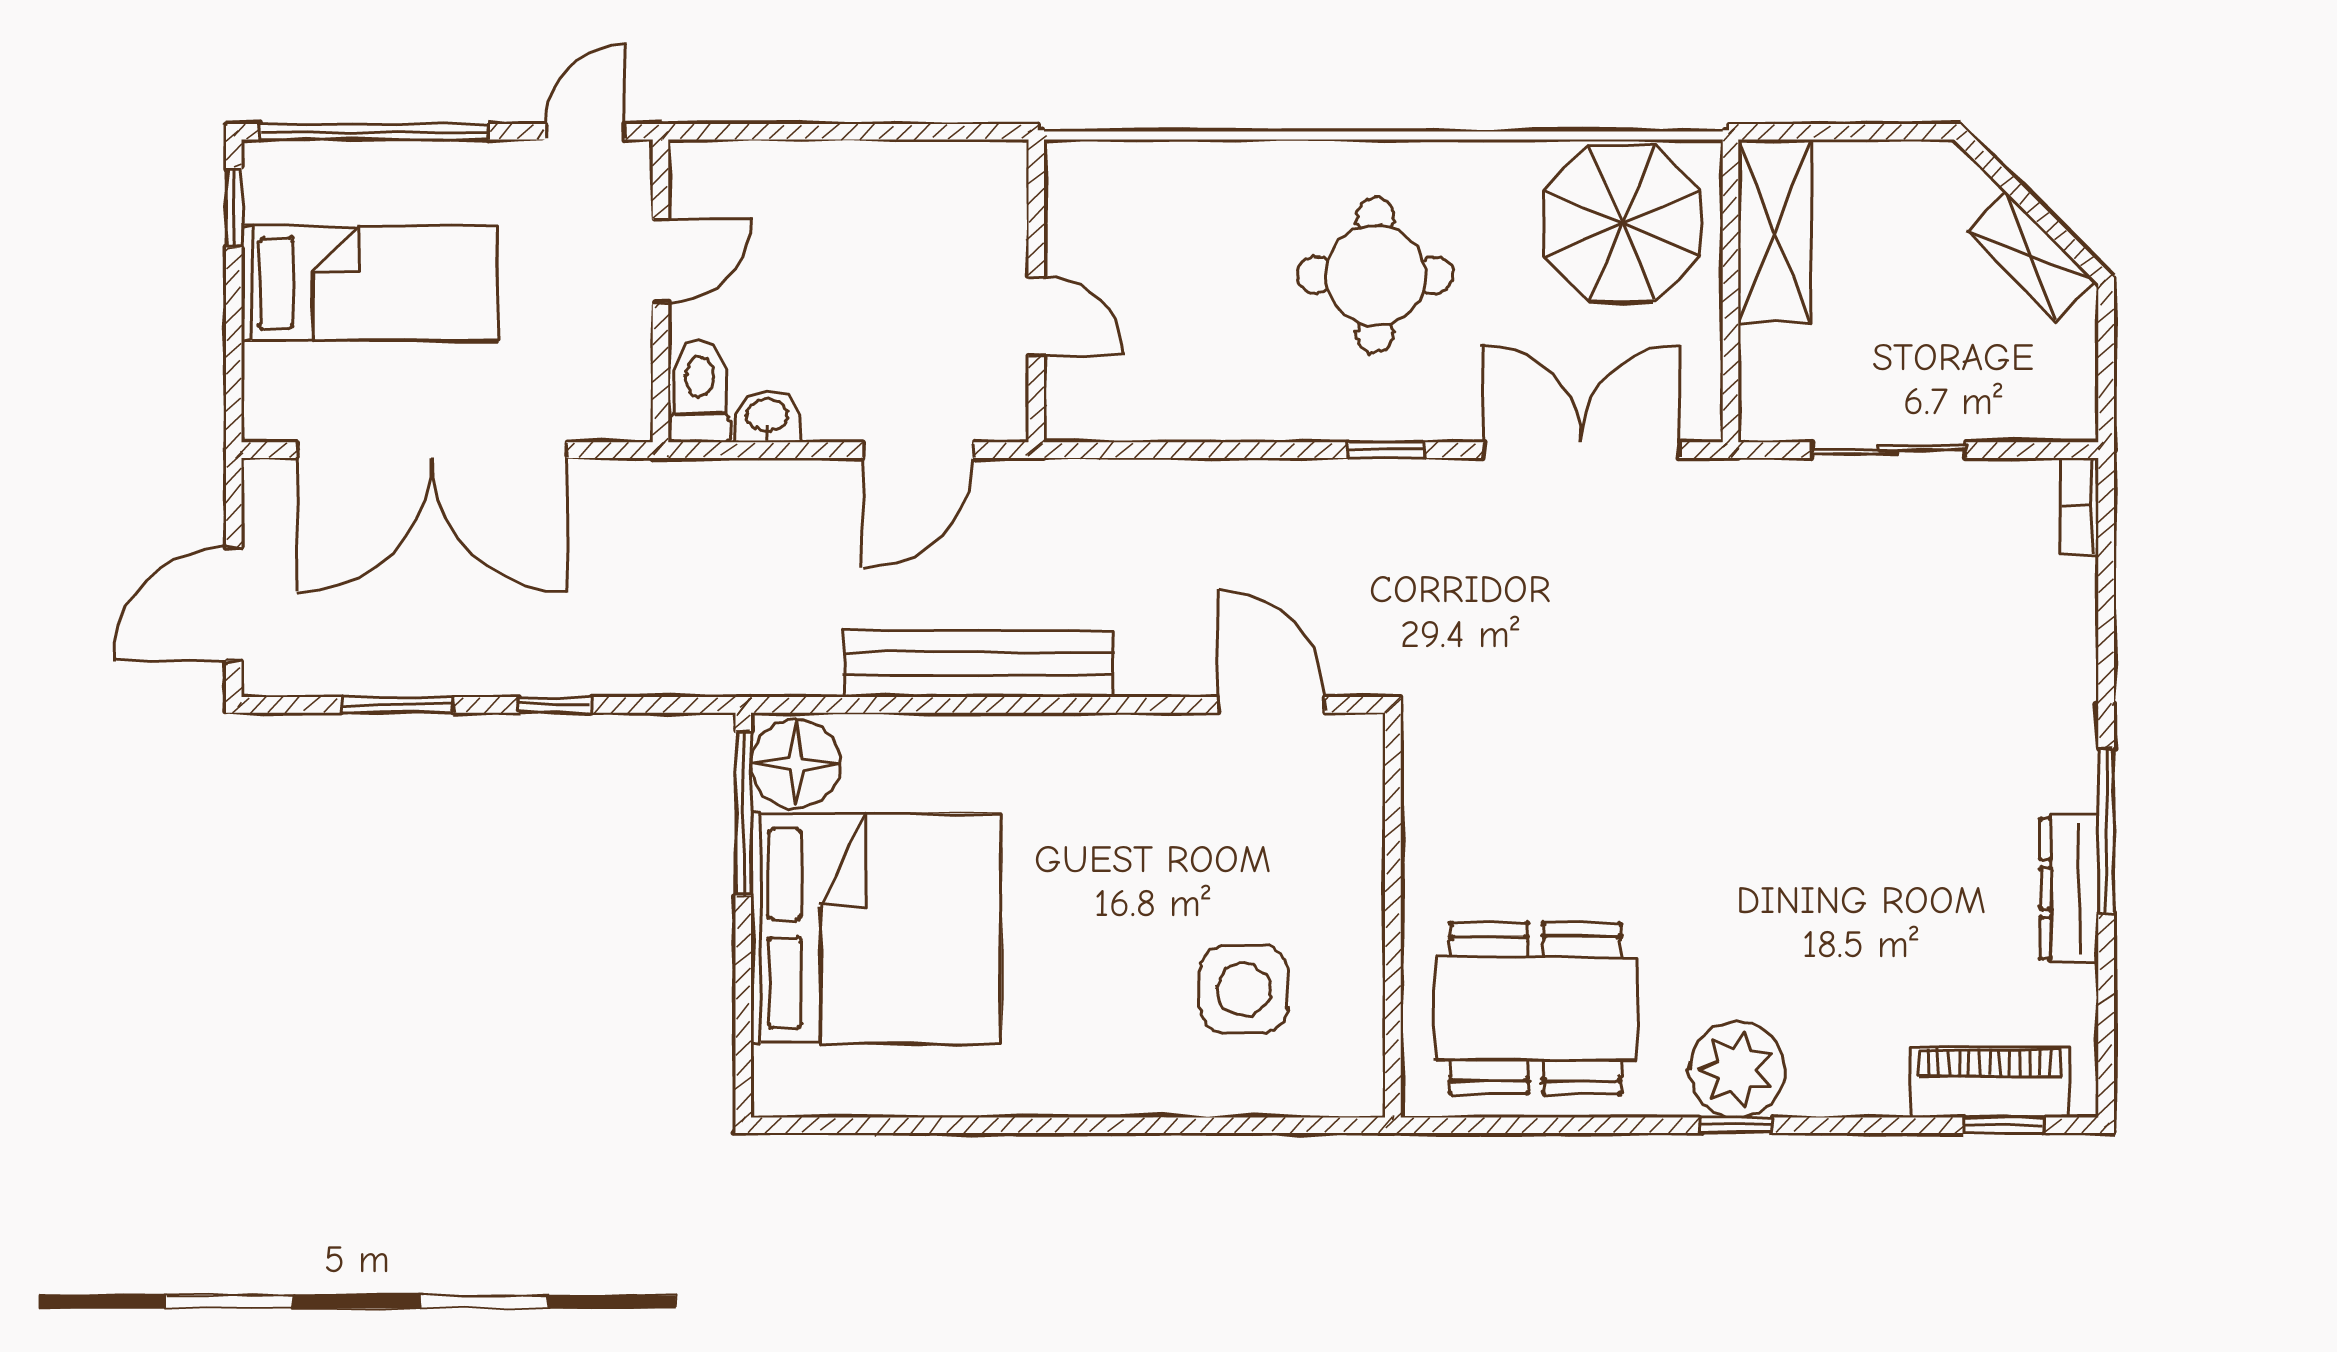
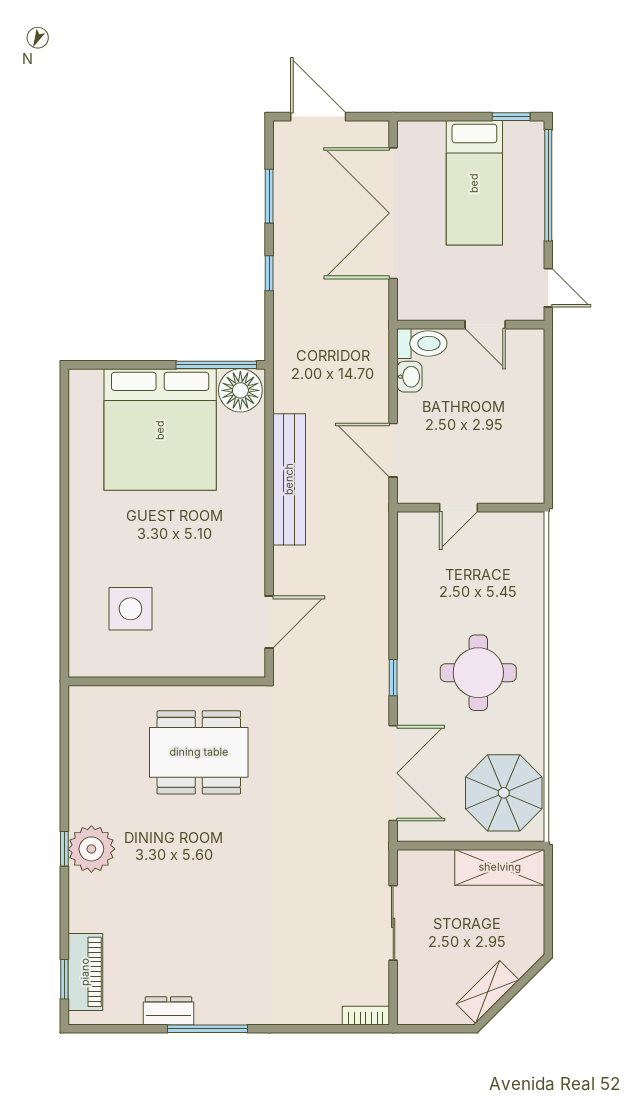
dresser: (2069, 889) -> (169, 1011), width x0.70
dining table: (1536, 1008) -> (199, 752), moved, turned 90

